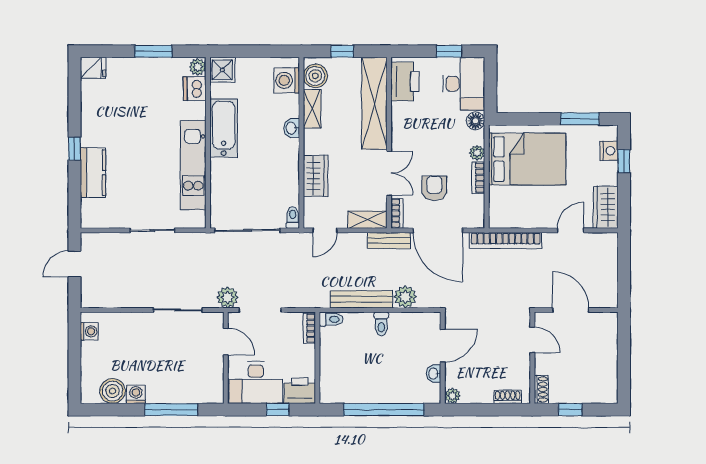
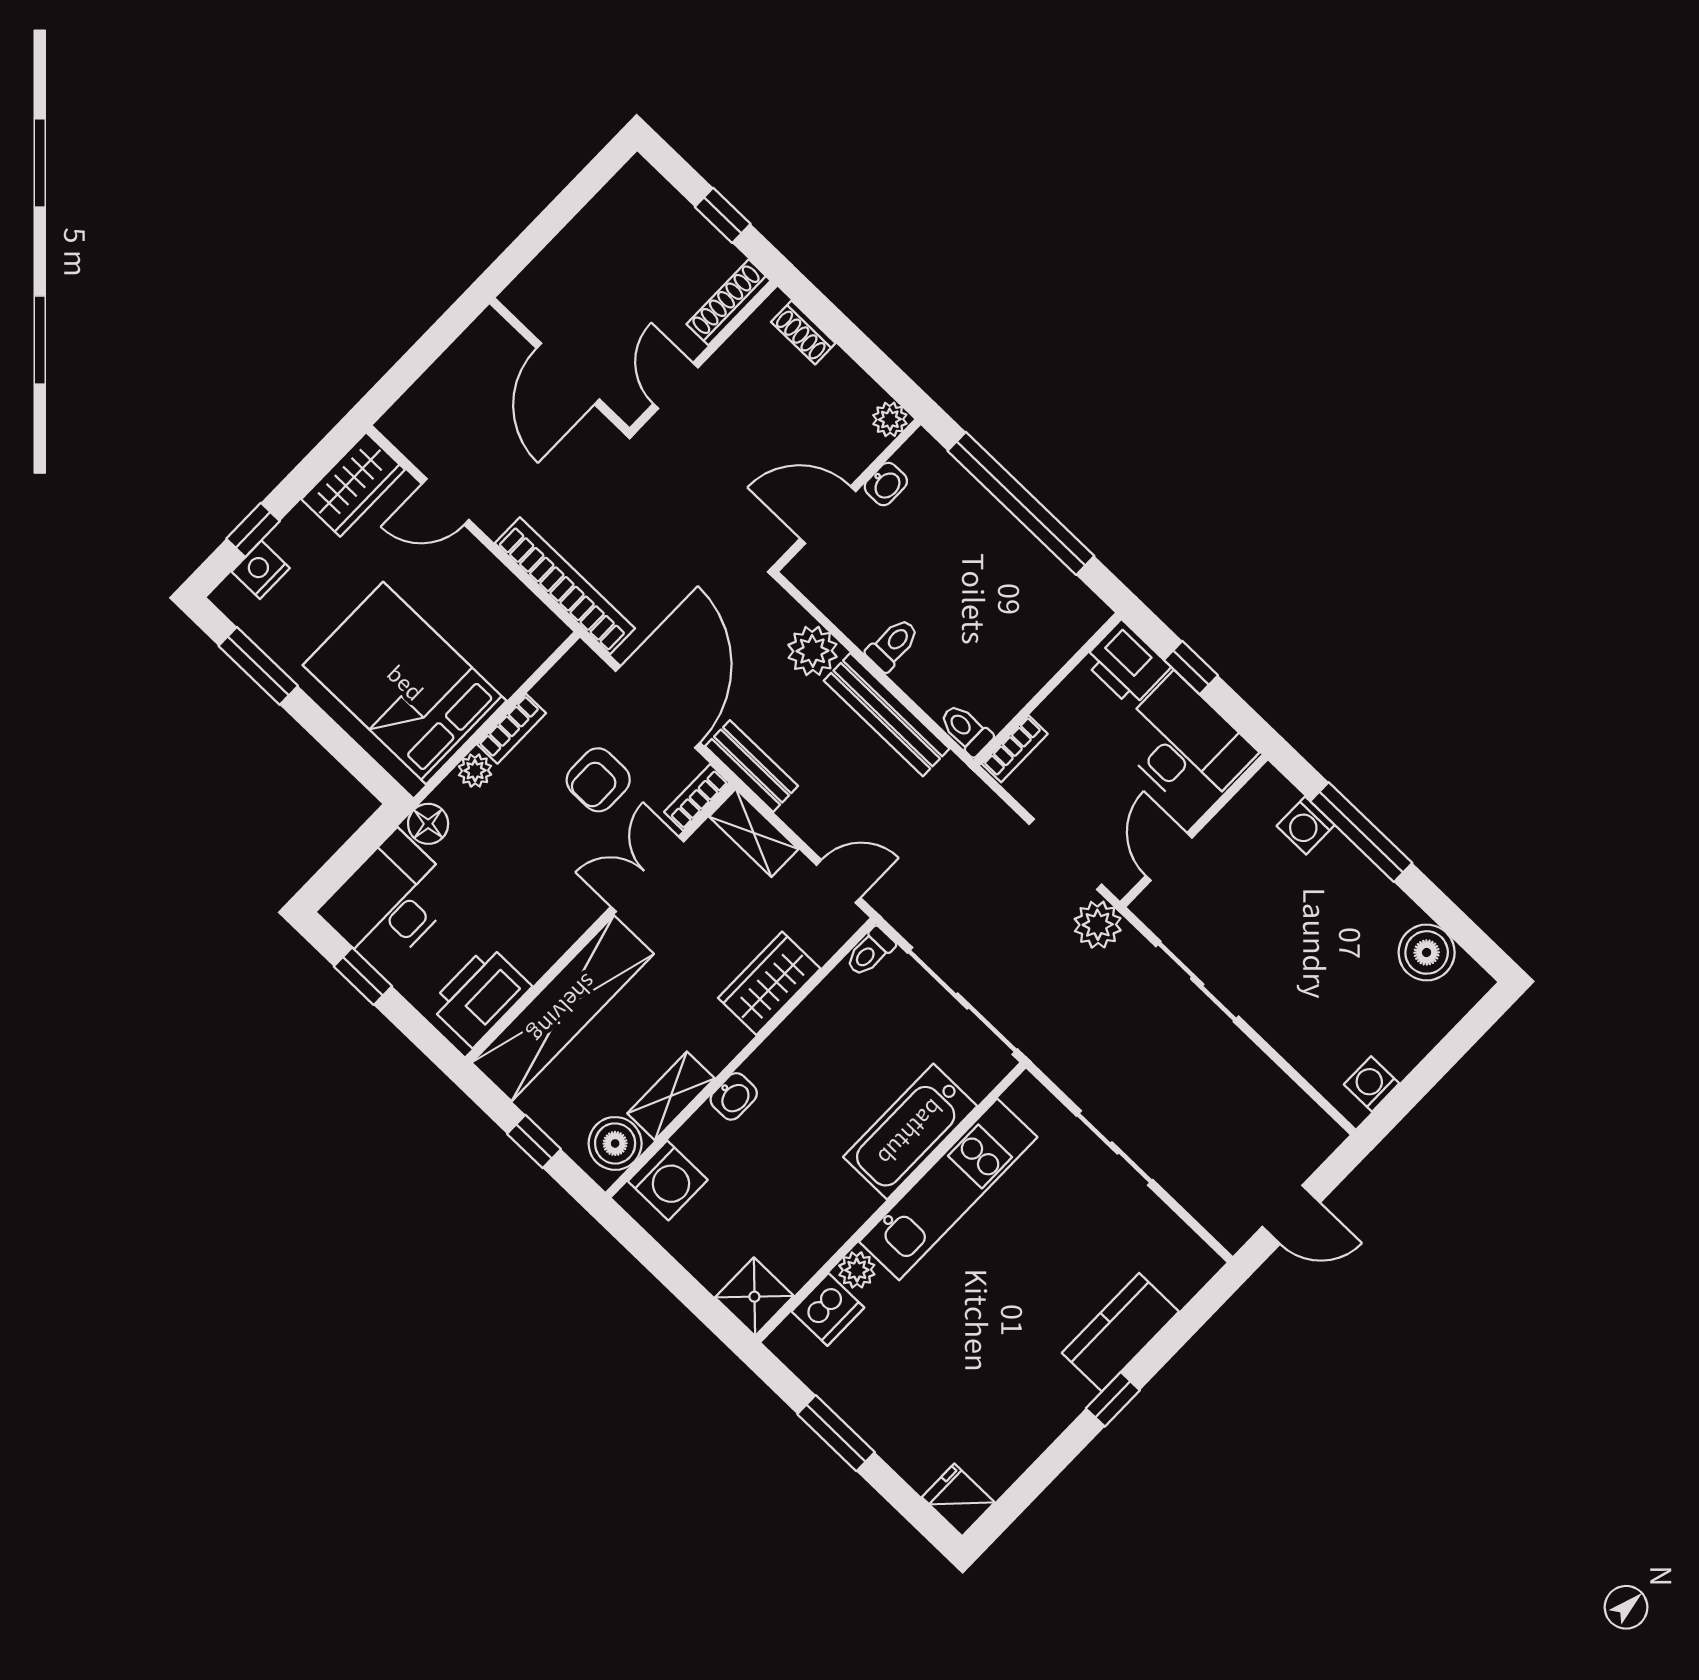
plant: (198, 67) -> (857, 1270), moved
bathtub: (224, 128) -> (910, 1132), moved
shoe rack: (541, 389) -> (729, 302), width x1.43
washing machine: (136, 394) -> (1306, 825), moved

